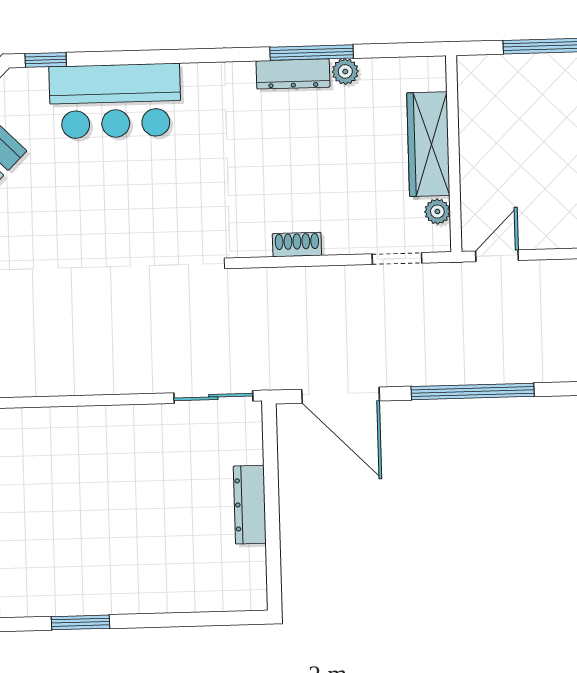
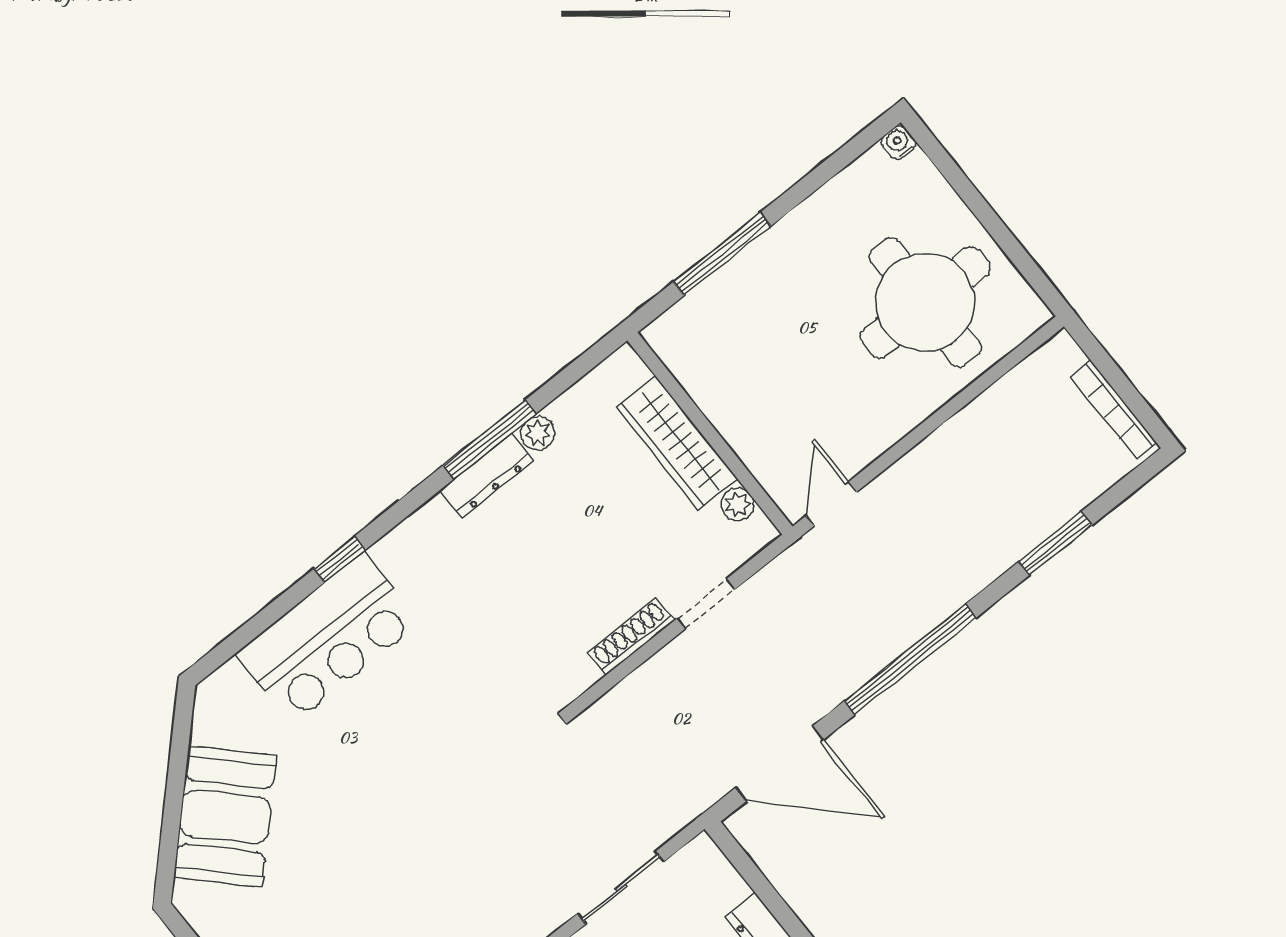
window: (46, 60) -> (339, 559), moved
shoe rack: (297, 245) -> (631, 636), width x1.43
doorway: (397, 258) -> (706, 604), moved
sliding door: (213, 397) -> (621, 888), moved

